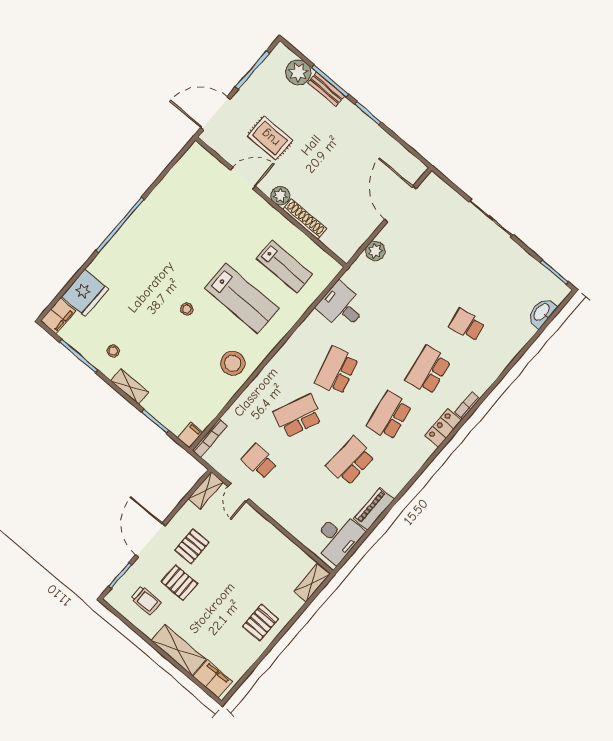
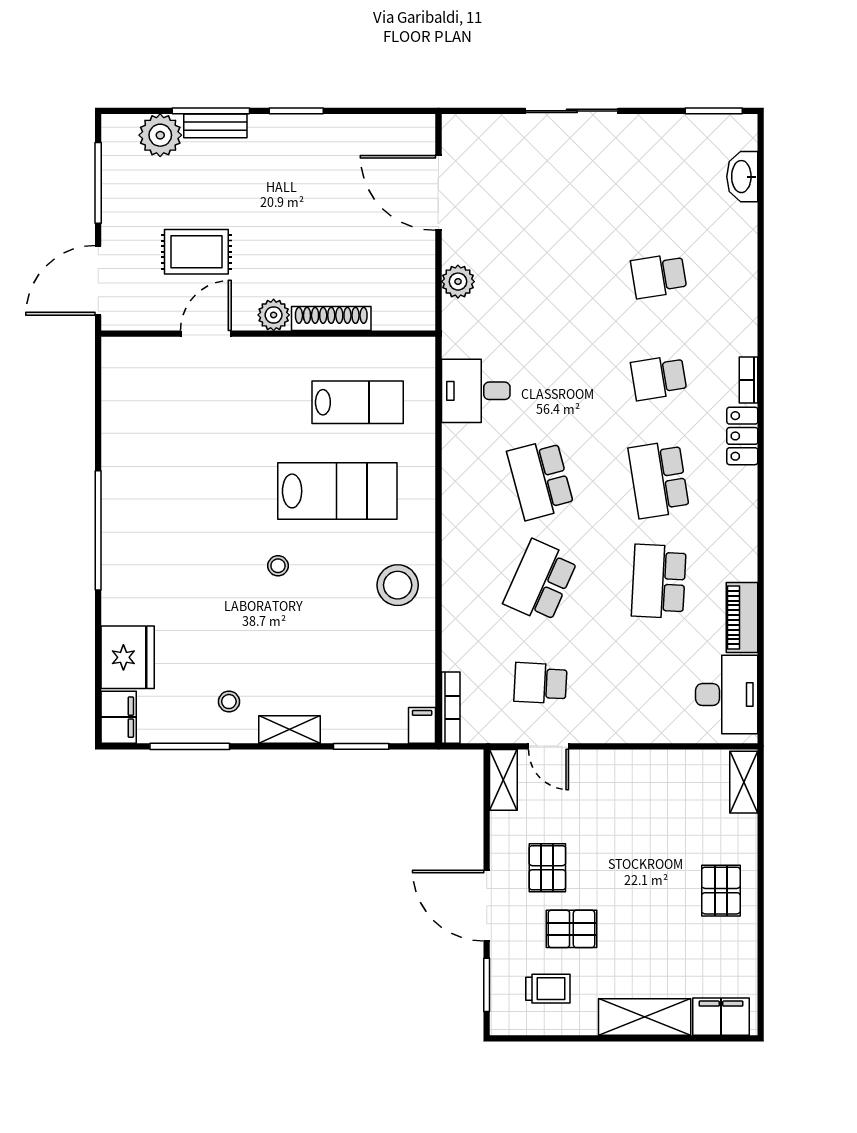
school desk: (428, 370) -> (659, 378), width x0.54

